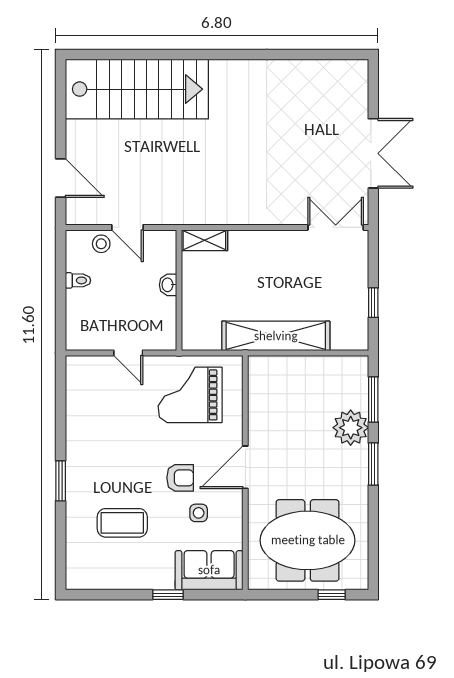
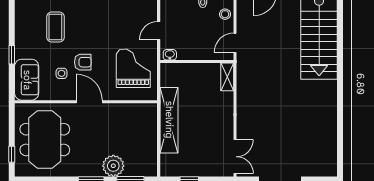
door: (127, 227) -> (235, 43), moved
washbasin: (168, 285) -> (170, 55), moved
armchair: (180, 478) -> (83, 62), turned -90

